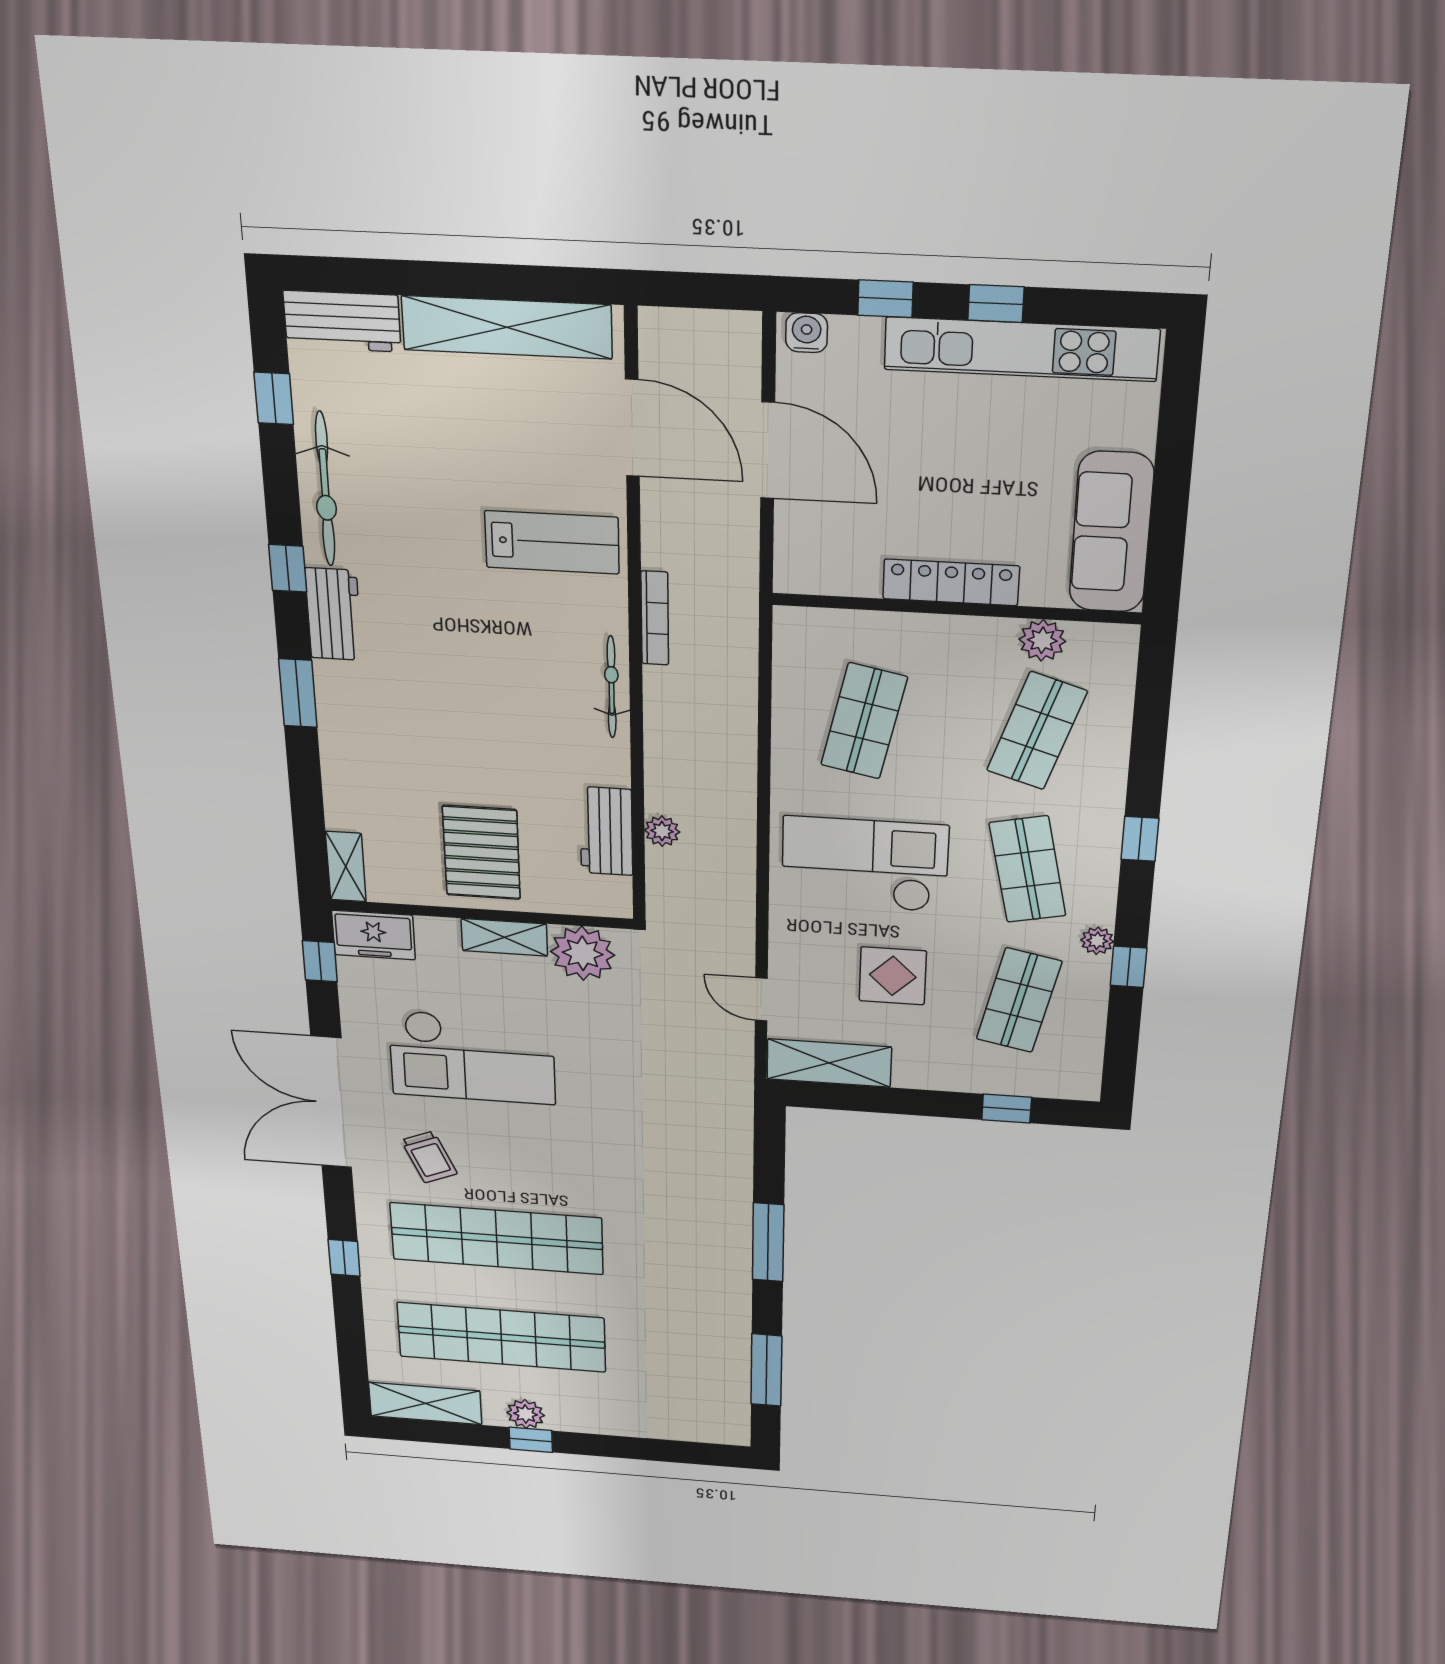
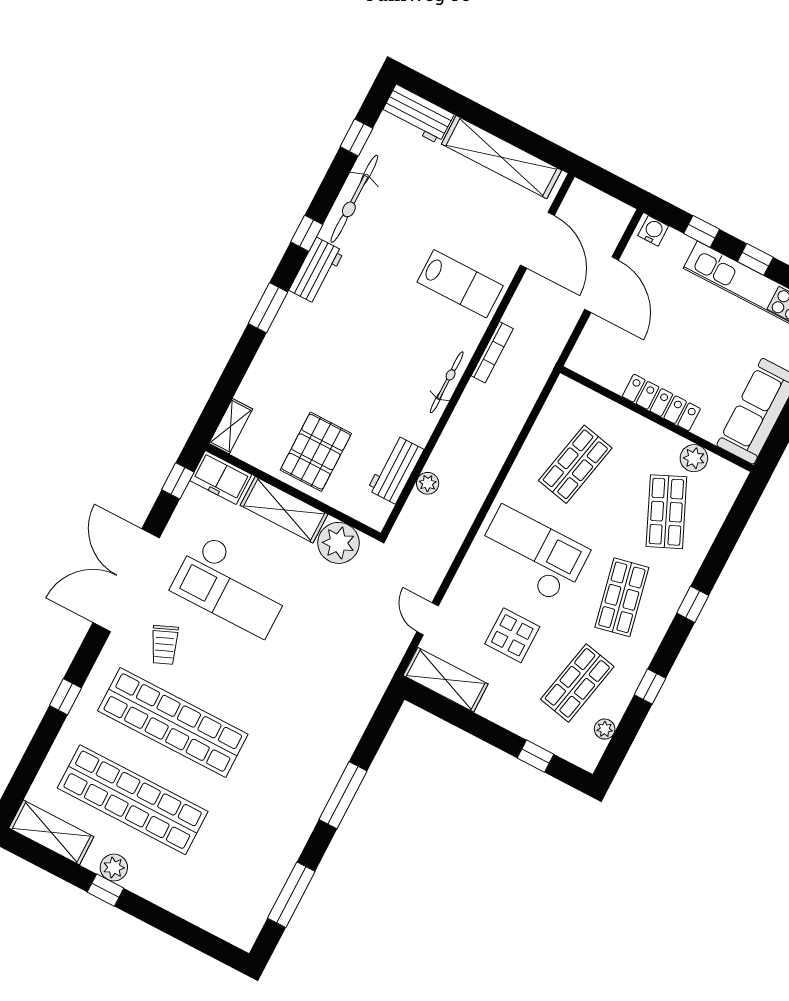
shop shelf: (1037, 731) -> (666, 512), turned -42
shelving: (504, 937) -> (284, 510), width x1.50, depth x1.33
plant: (1097, 941) -> (605, 729), moved

